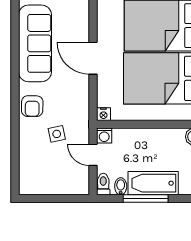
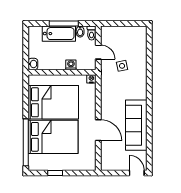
door: (93, 58) -> (98, 130), moved
armchair: (32, 106) -> (138, 84), removed
washing machine: (104, 136) -> (71, 65), moved

